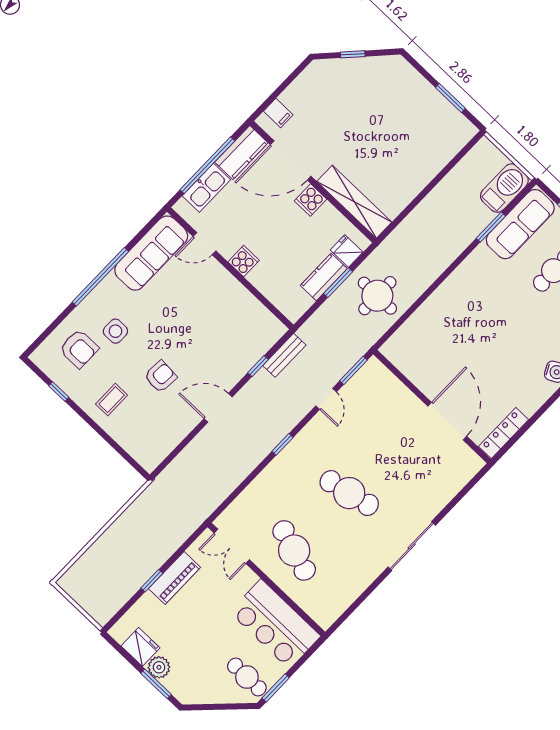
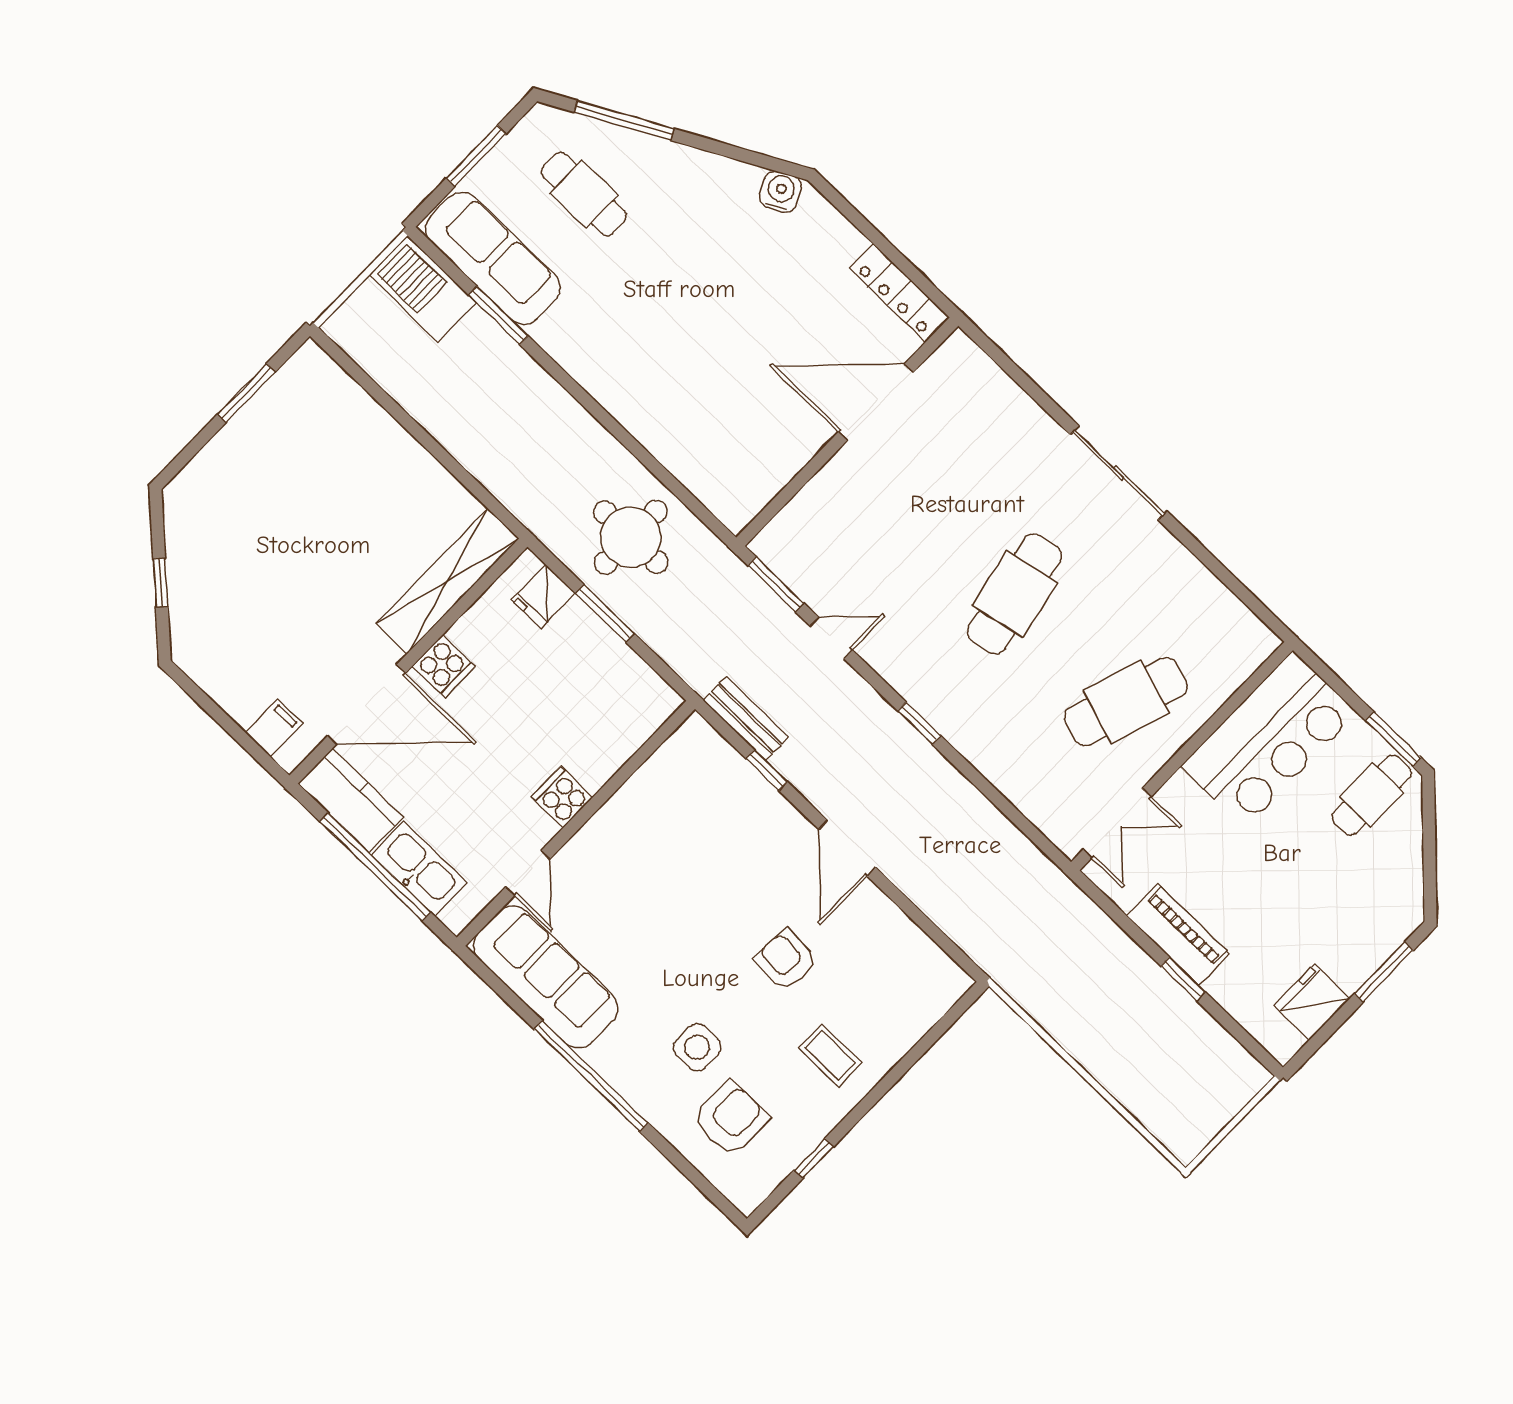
door: (291, 160) -> (367, 704), hinge flipped
kitchen counter: (324, 277) -> (594, 641), removed
plant: (159, 667) -> (1352, 966), removed

